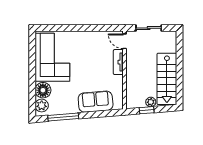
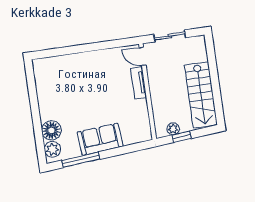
corner sofa: (52, 57) -> (57, 88), removed
sofa: (96, 102) -> (100, 139), moved
plant: (151, 102) -> (173, 129), moved

